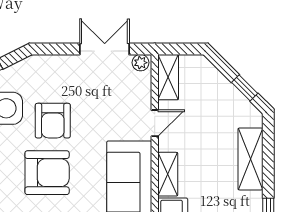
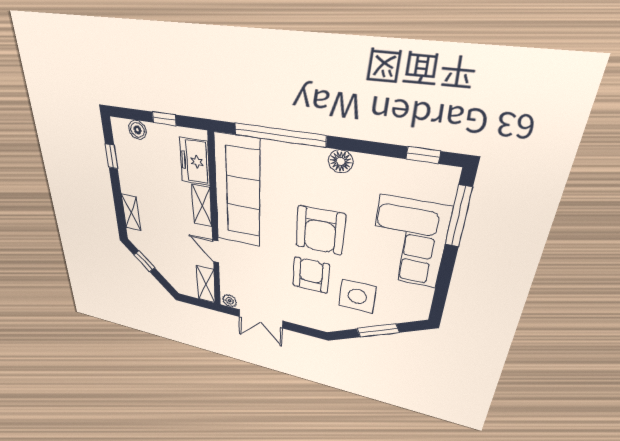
door: (155, 123) -> (216, 251), hinge flipped
shelving: (250, 159) -> (131, 213), width x0.67, depth x0.75
armchair: (47, 173) -> (320, 230), turned -90

